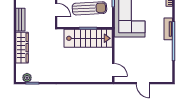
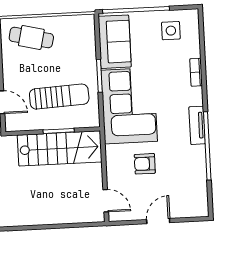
armchair: (137, 50) -> (145, 164), added
door: (143, 83) -> (158, 221), swing flipped

